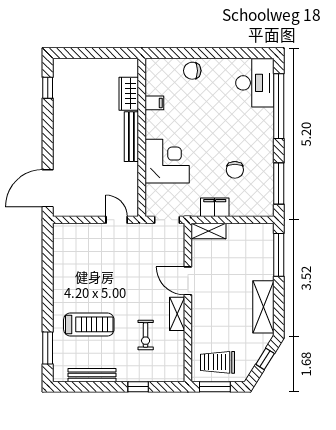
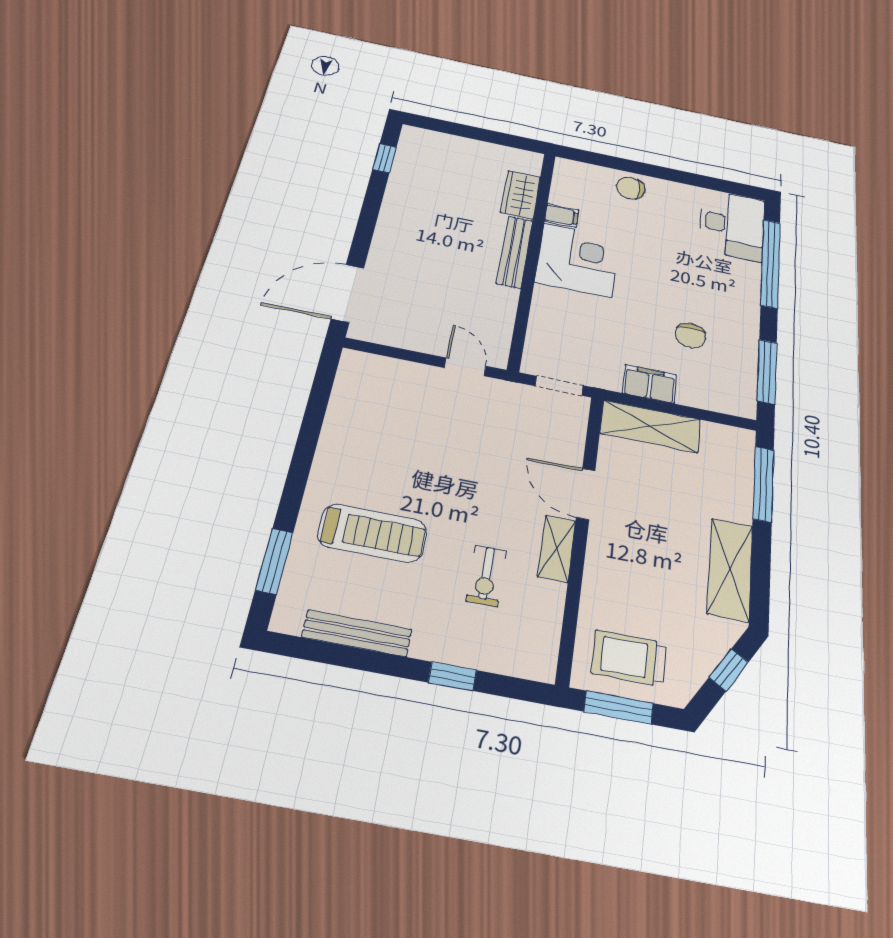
corner desk: (167, 161) -> (577, 260), moved
shelving: (209, 231) -> (650, 426), width x1.50, depth x1.33

